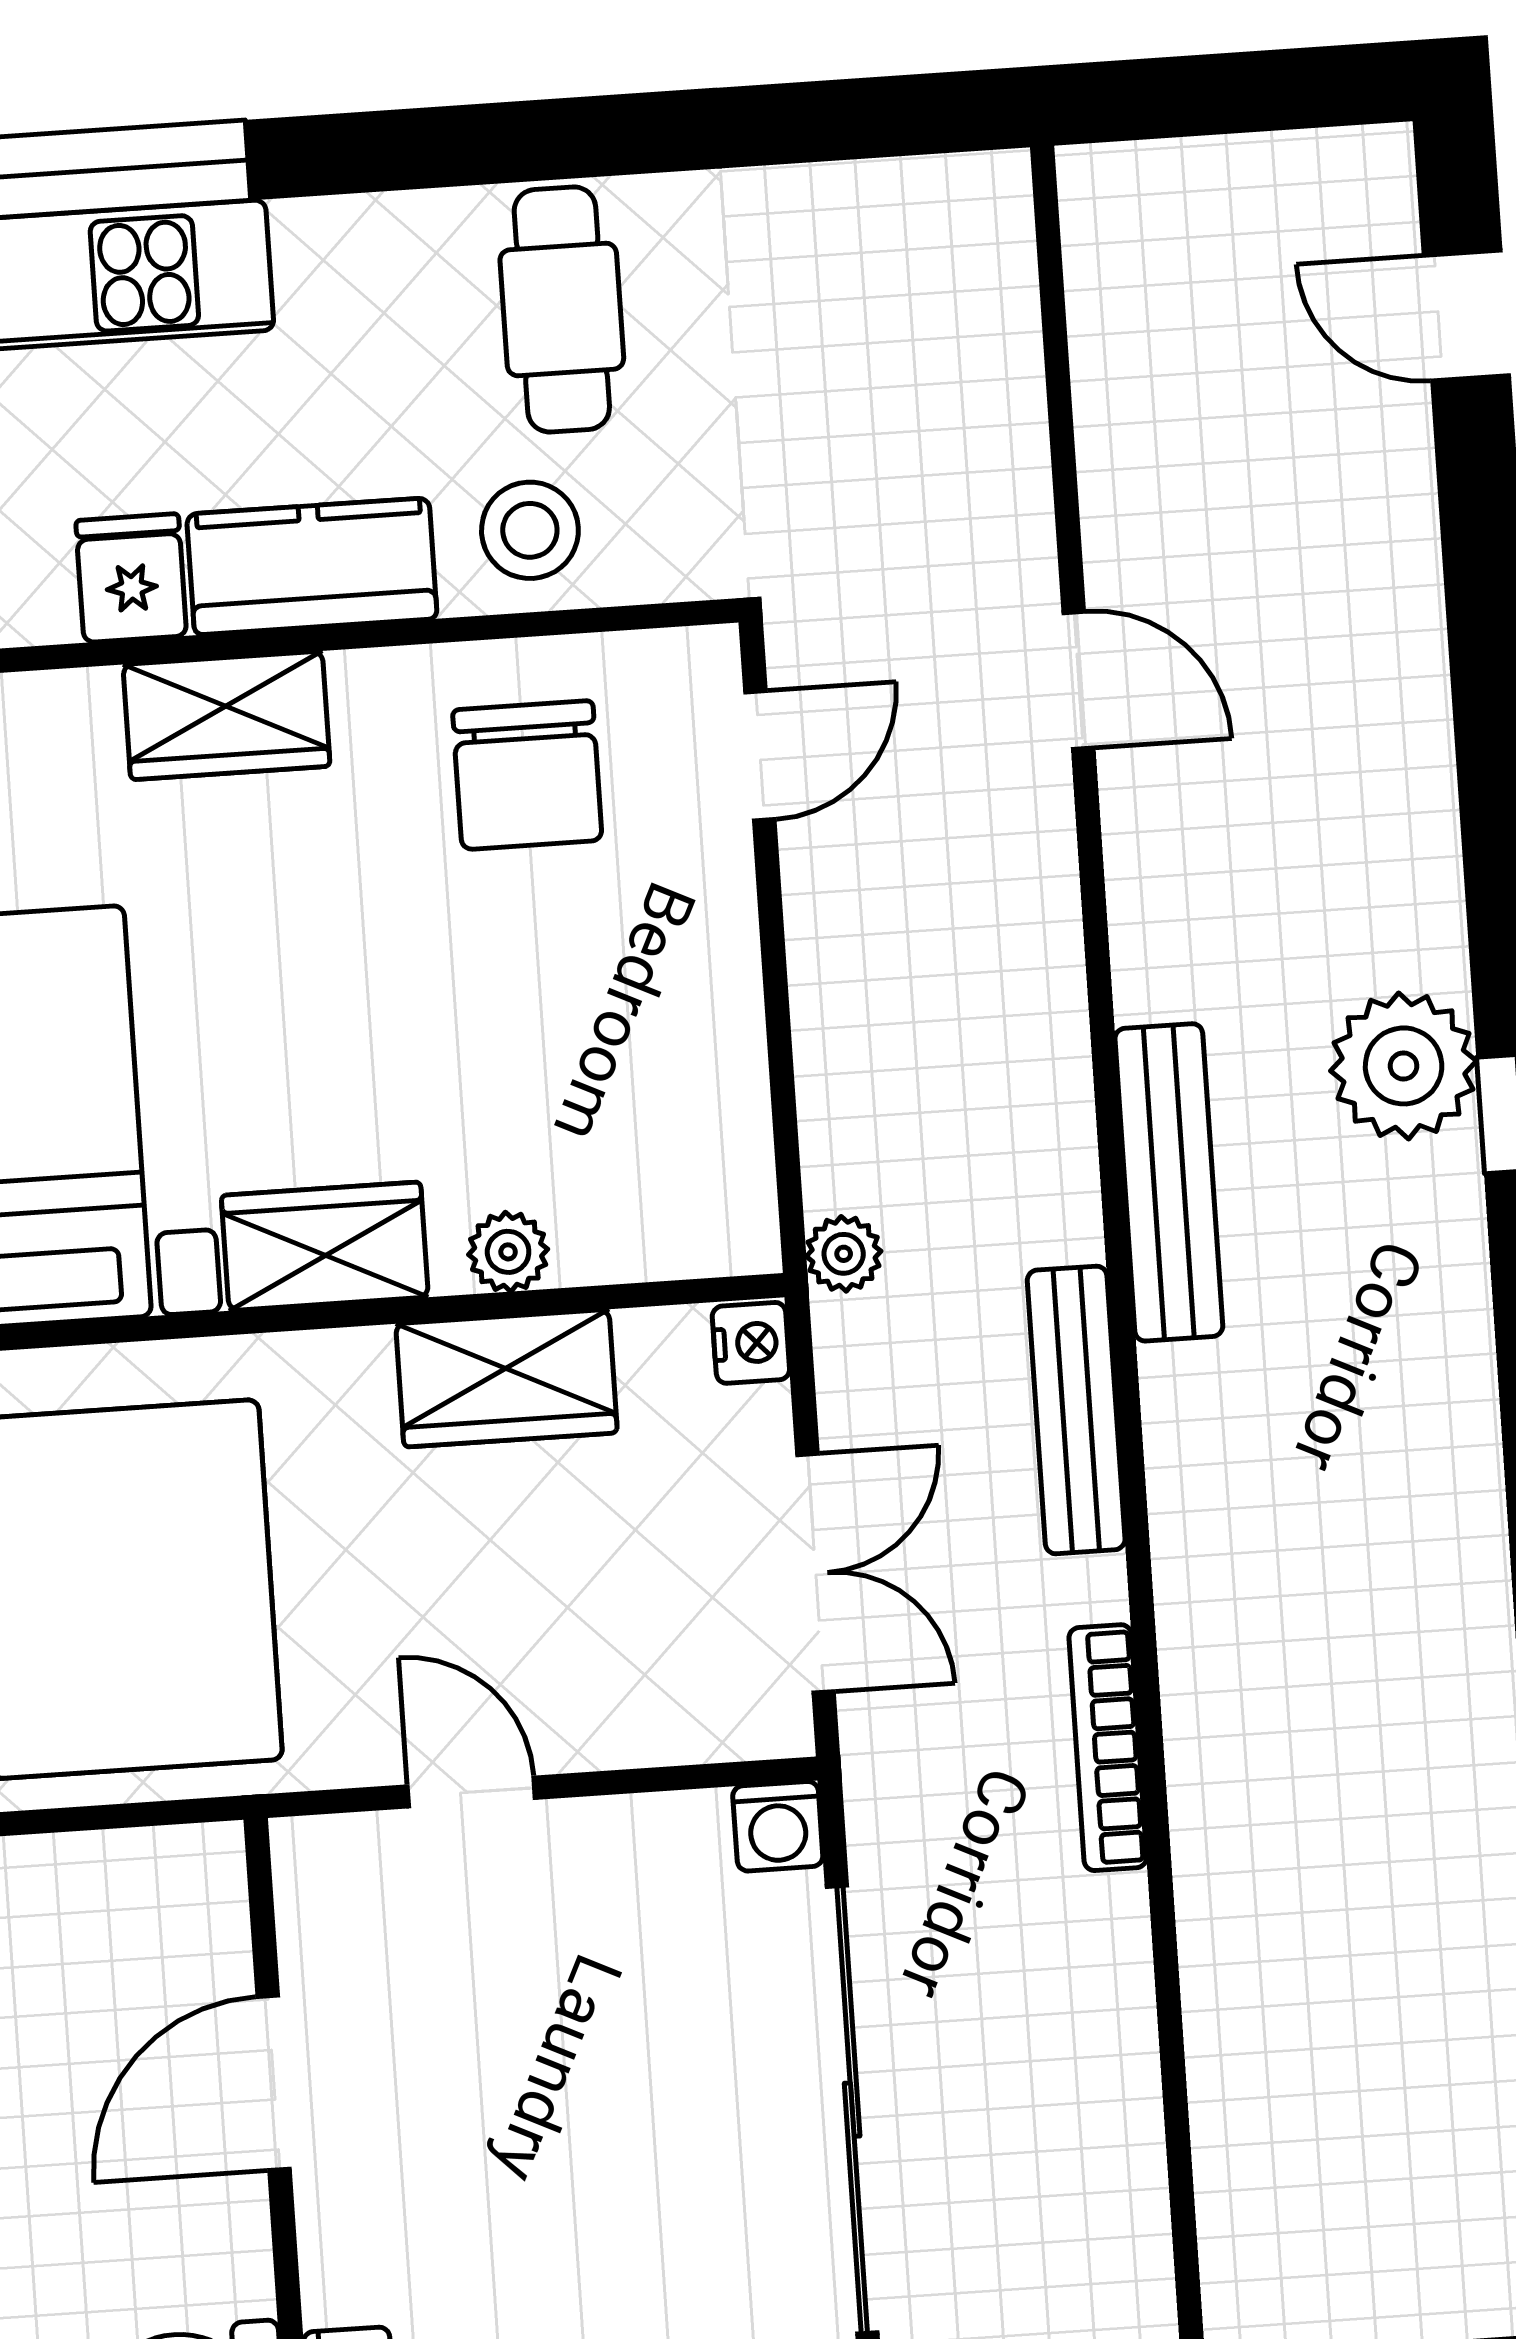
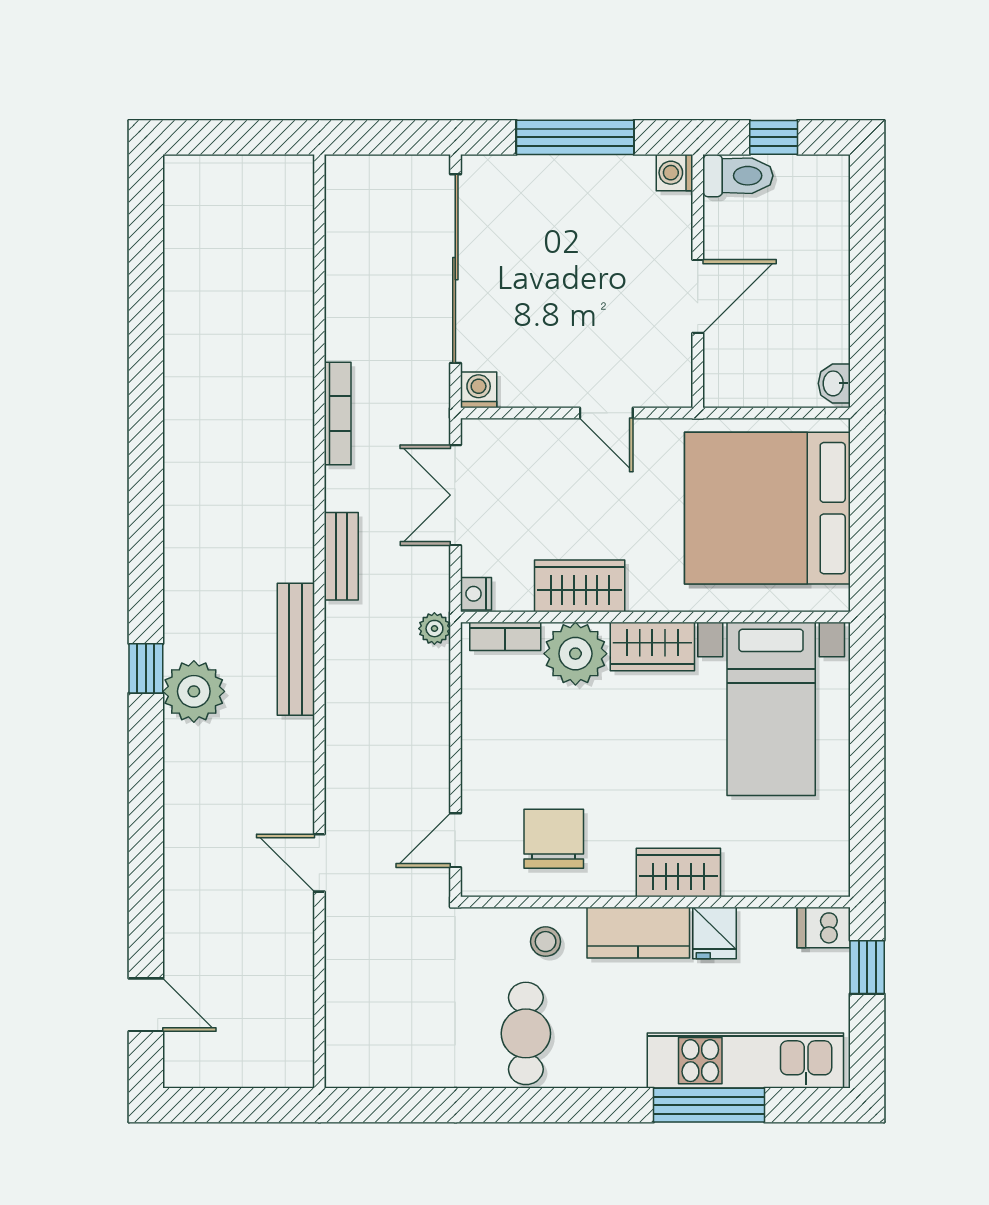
stool: (530, 530) -> (546, 942), width x0.73, depth x0.73
bookcase: (675, 1247) -> (505, 636), added
plant: (508, 1252) -> (575, 654), width x1.87, depth x1.87
bench: (1076, 1410) -> (341, 556), width x0.73

